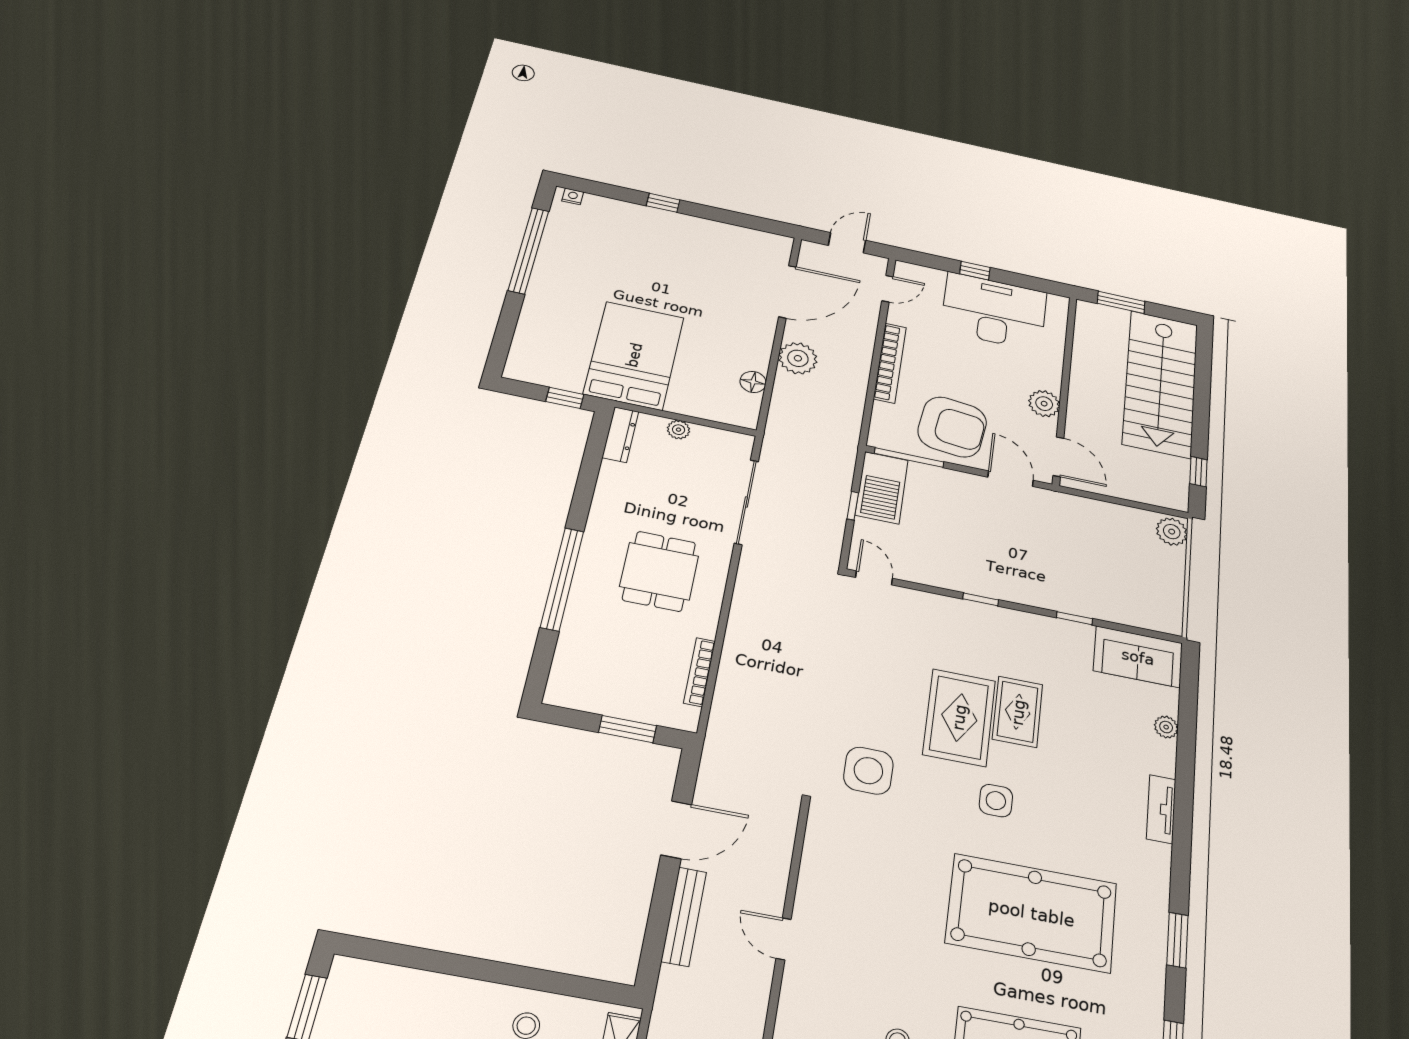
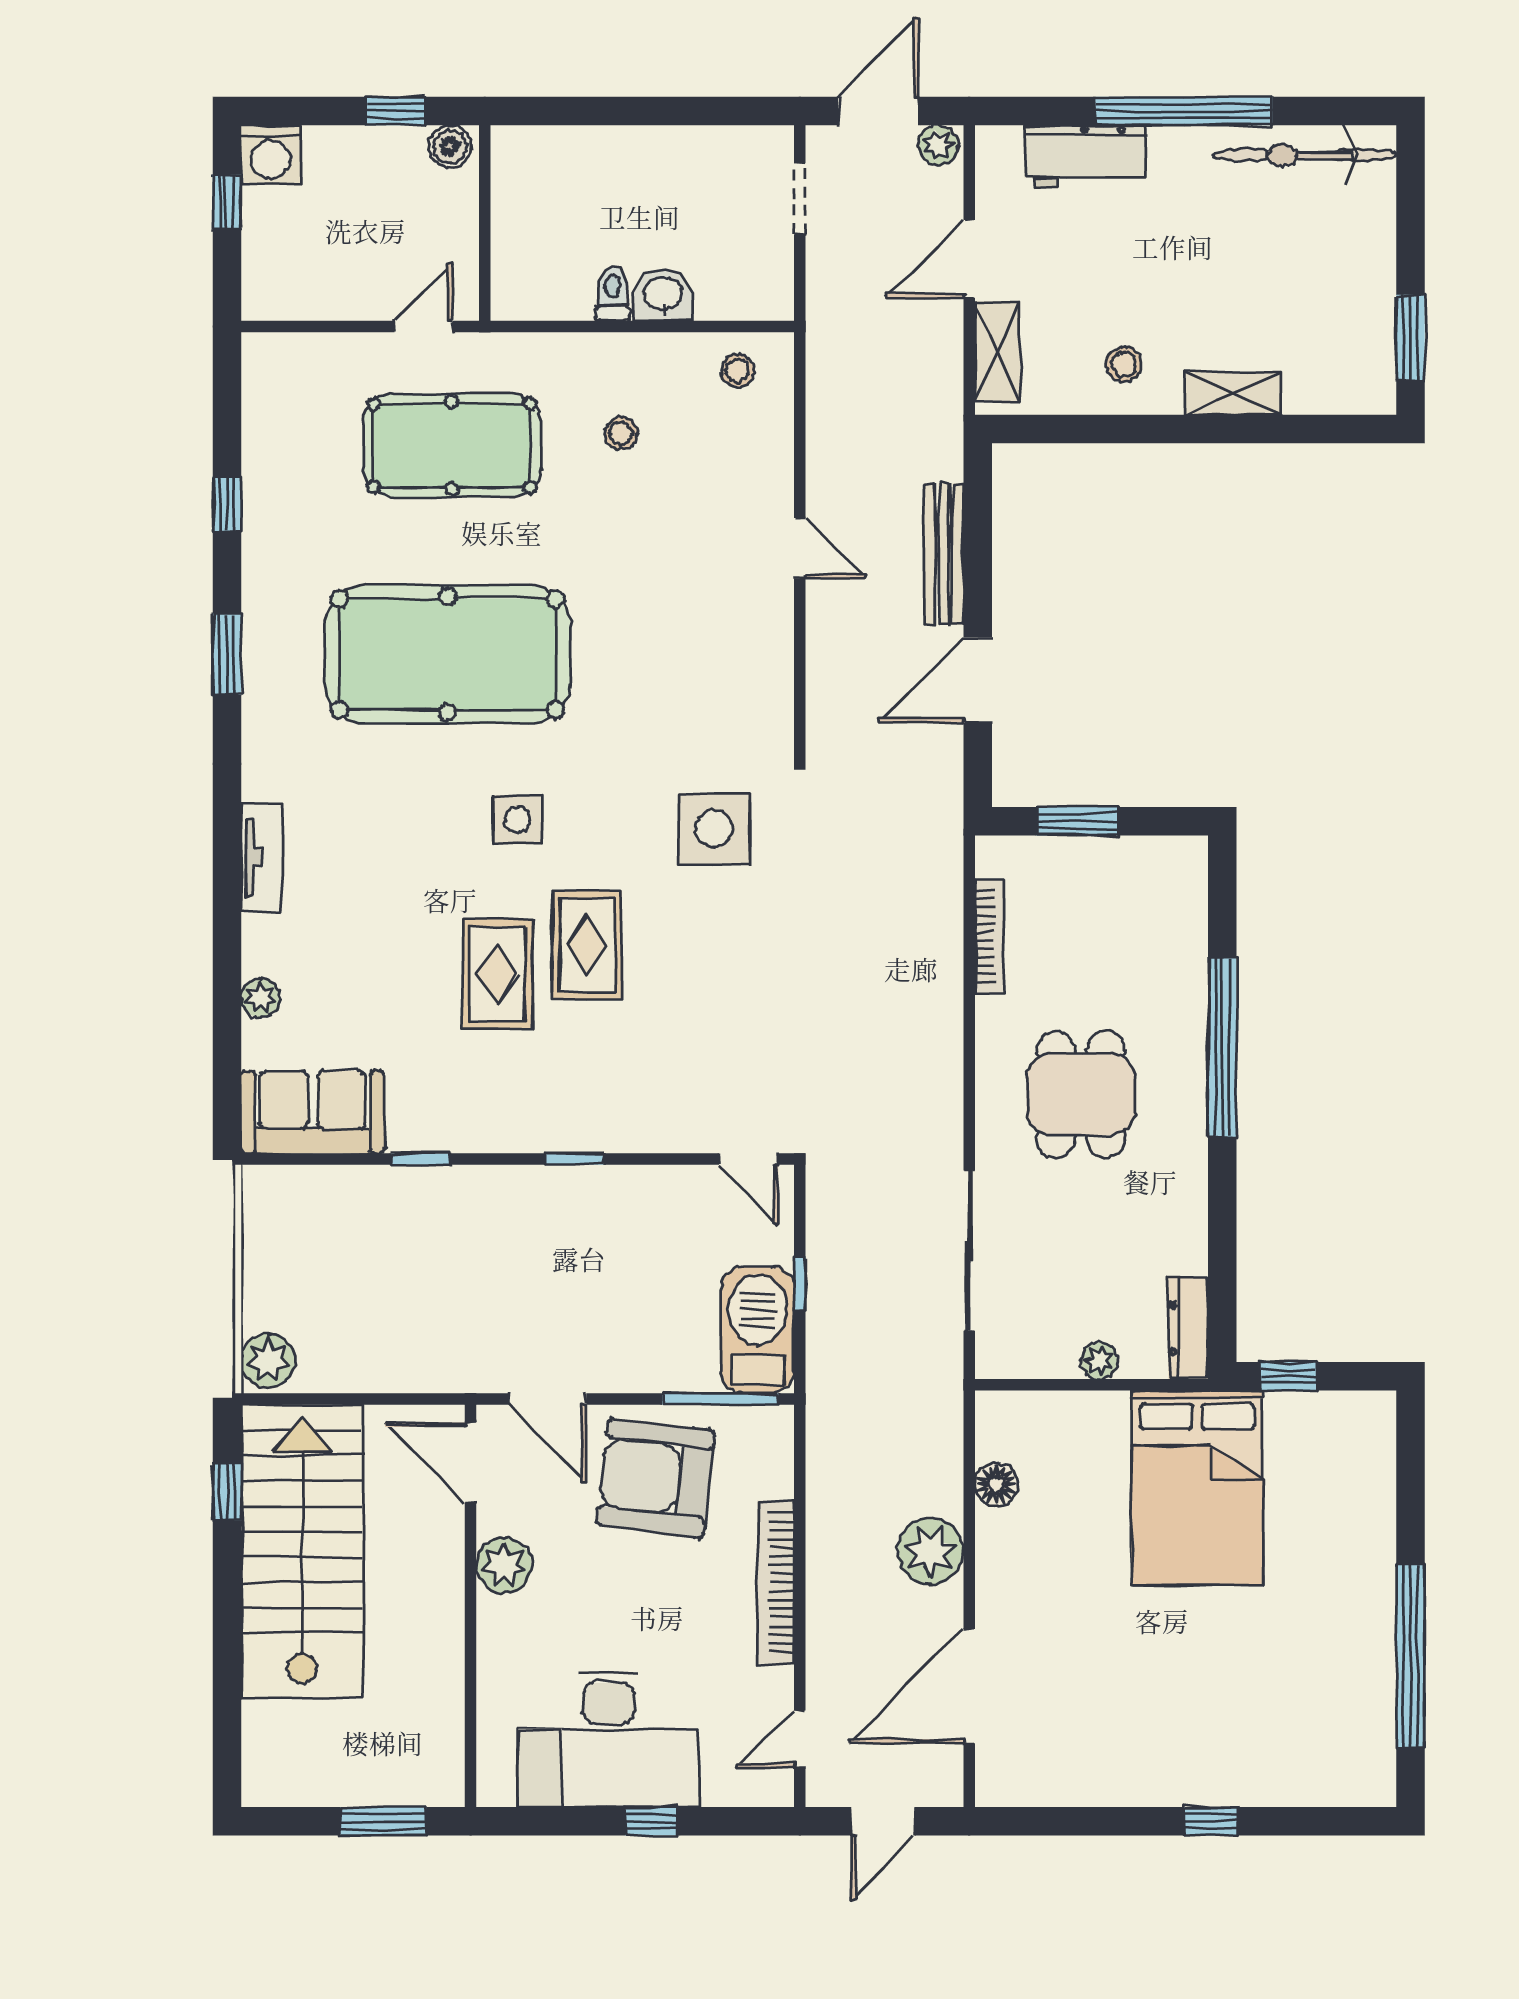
nightstand: (573, 196) -> (1364, 1792), removed
stairs: (1161, 383) -> (302, 1551), moved
rug: (959, 717) -> (587, 945), width x0.73, depth x0.70
shelving: (451, 990) -> (1232, 393), added

